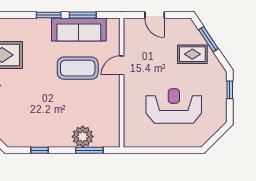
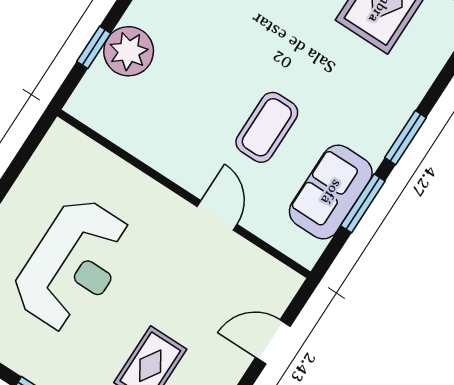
sofa: (79, 29) -> (331, 192), width x0.73
coffee table: (78, 68) -> (267, 127), width x0.73, depth x0.76
window: (89, 150) -> (94, 47), width x0.67

